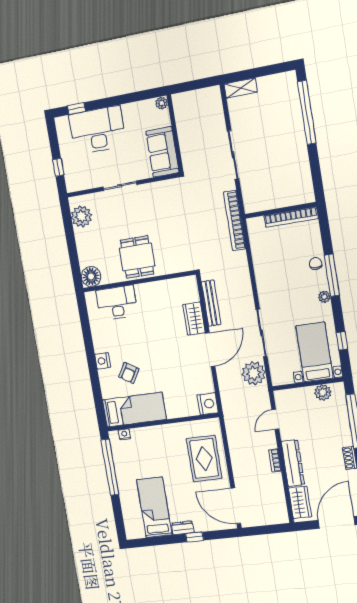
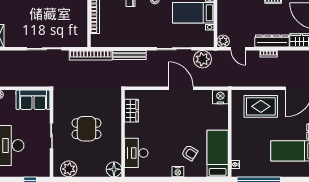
dining table: (137, 257) -> (86, 129), moved
bench: (211, 303) -> (130, 55), moved
wardrobe: (194, 319) -> (131, 111), moved, turned -90
plant: (323, 392) -> (223, 41), moved

